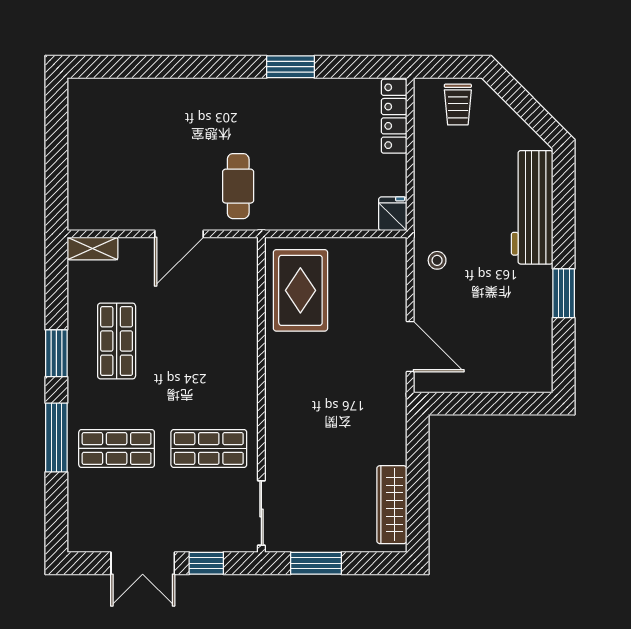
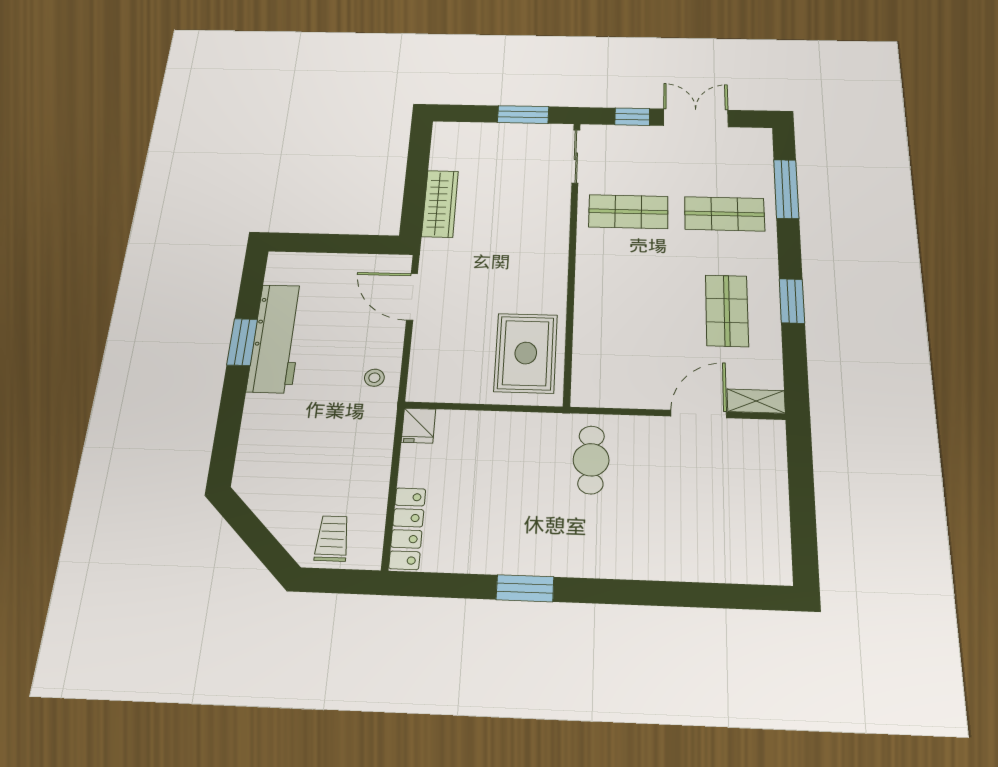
workbench: (532, 207) -> (277, 338), moved
door: (179, 234) -> (699, 414), moved
window: (56, 438) -> (786, 189), moved
wardrobe: (392, 505) -> (440, 204), moved

